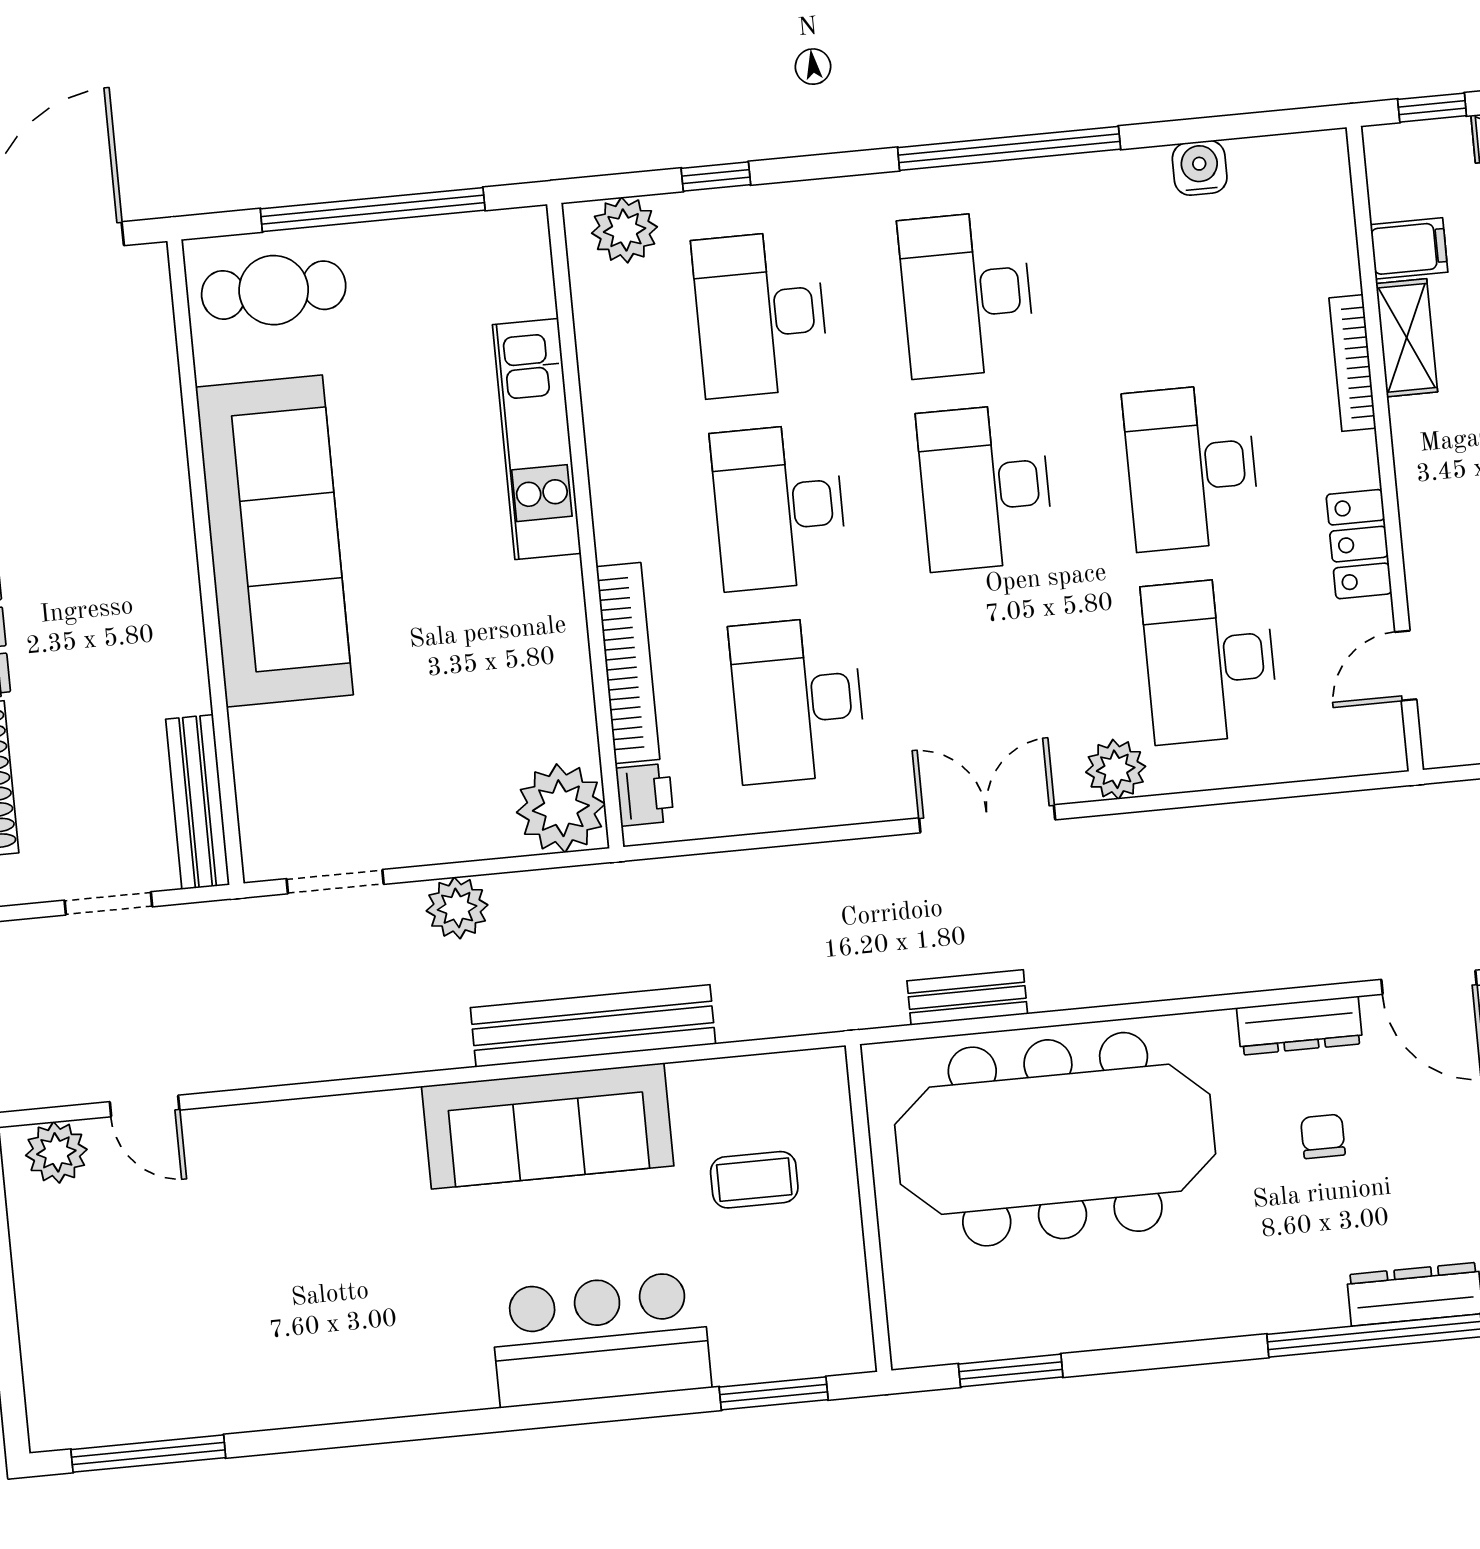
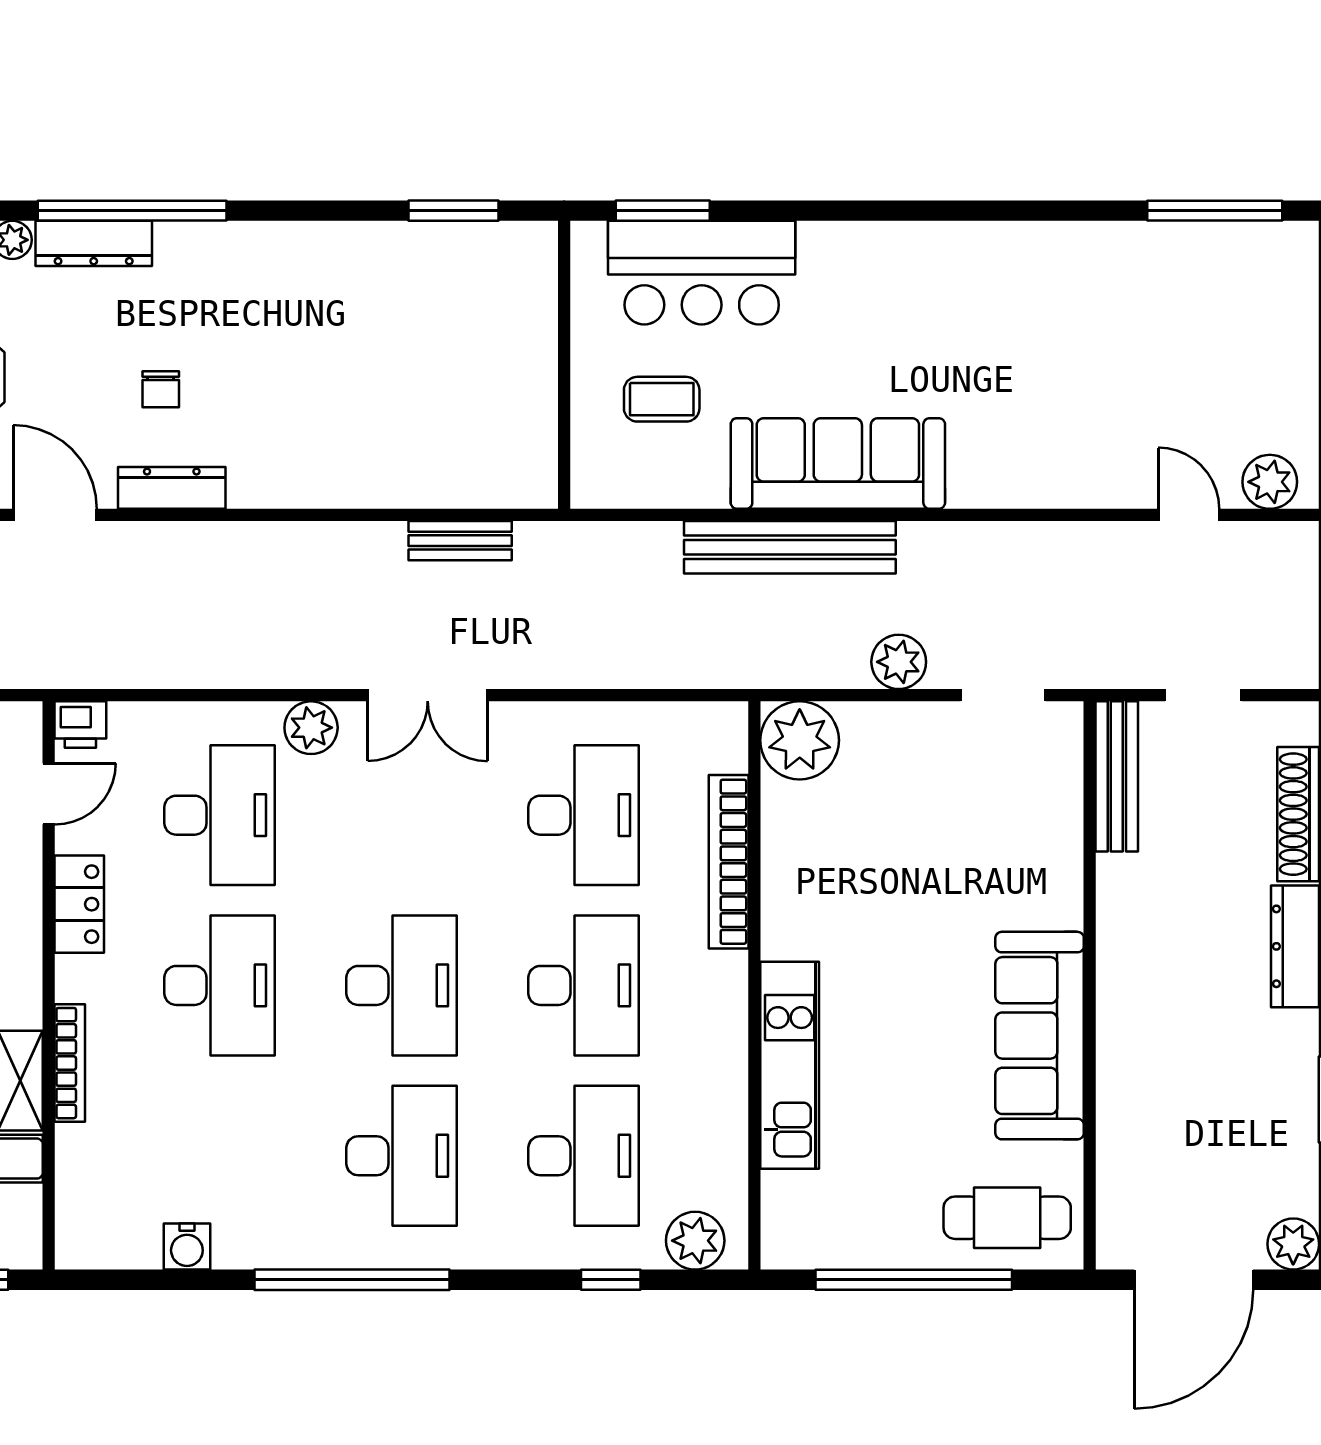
sofa: (274, 541) -> (1040, 1036), width x0.74, depth x0.79
printer: (645, 795) -> (80, 725), moved, turned -90
meeting table: (1055, 1139) -> (395, 409), removed
bar counter: (601, 1339) -> (702, 273), moved

